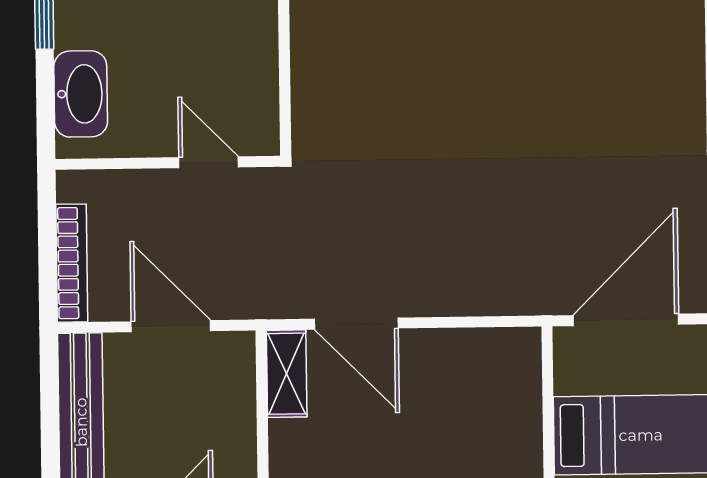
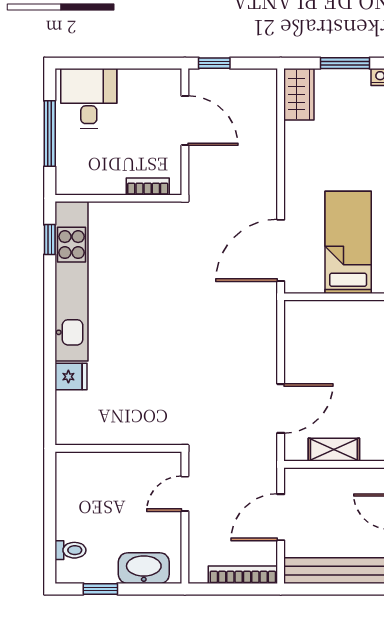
door: (626, 320) -> (281, 250), hinge flipped
shelving: (287, 374) -> (334, 450), moved

